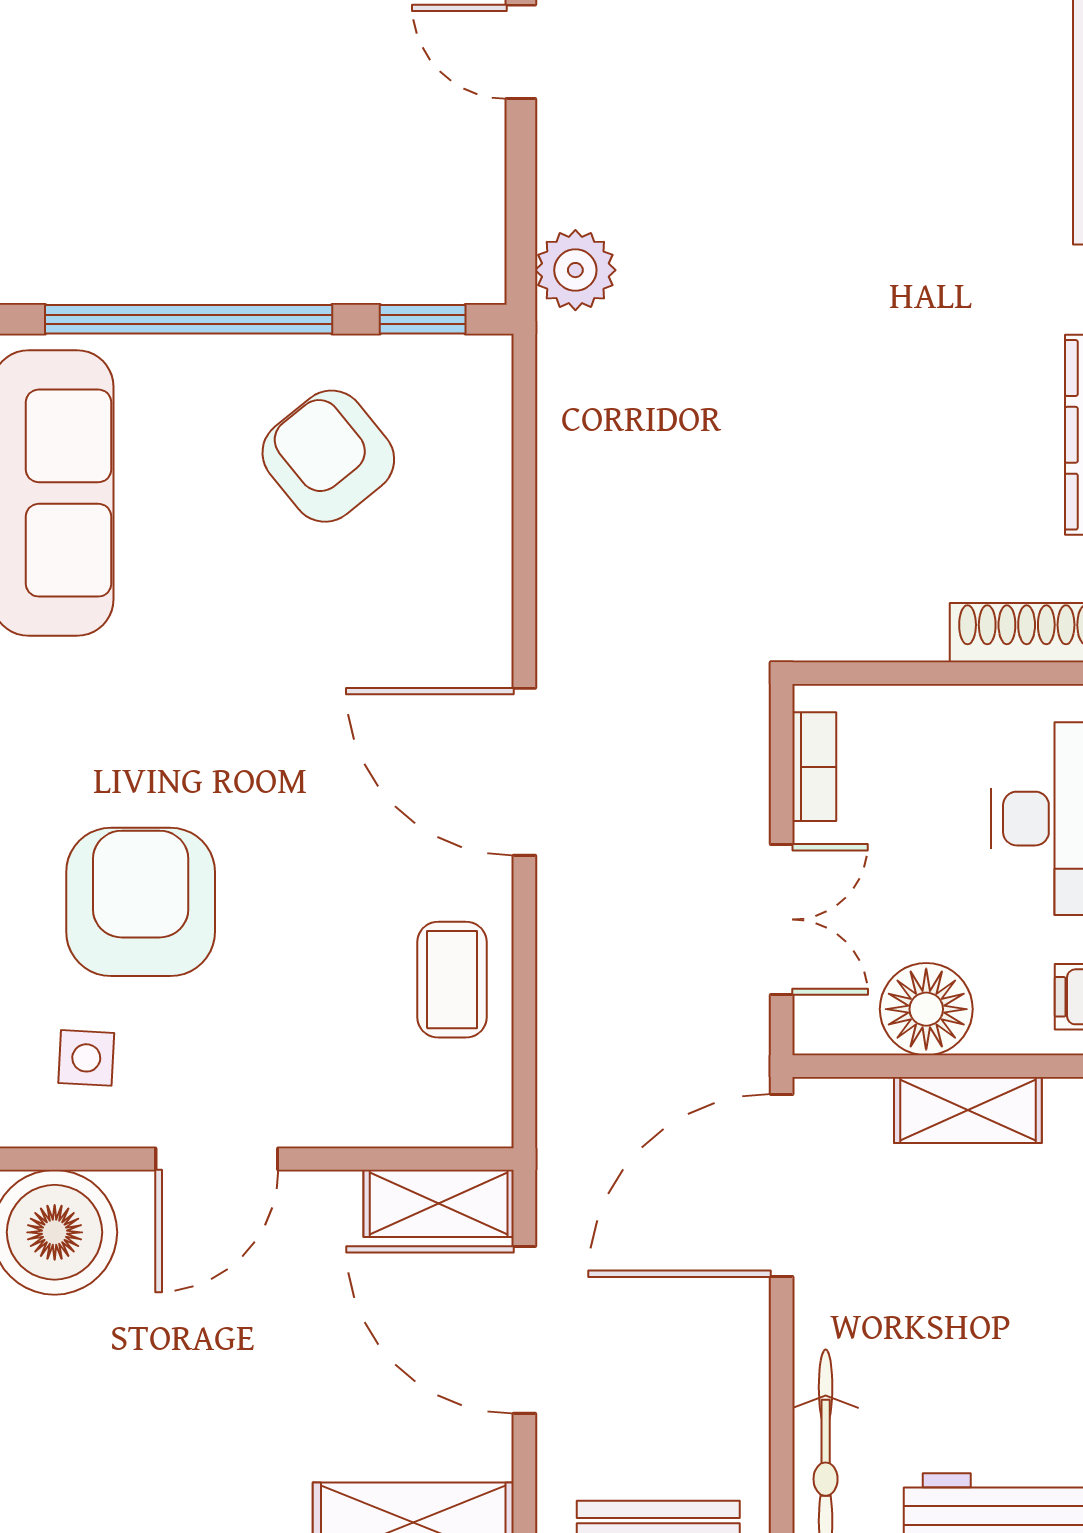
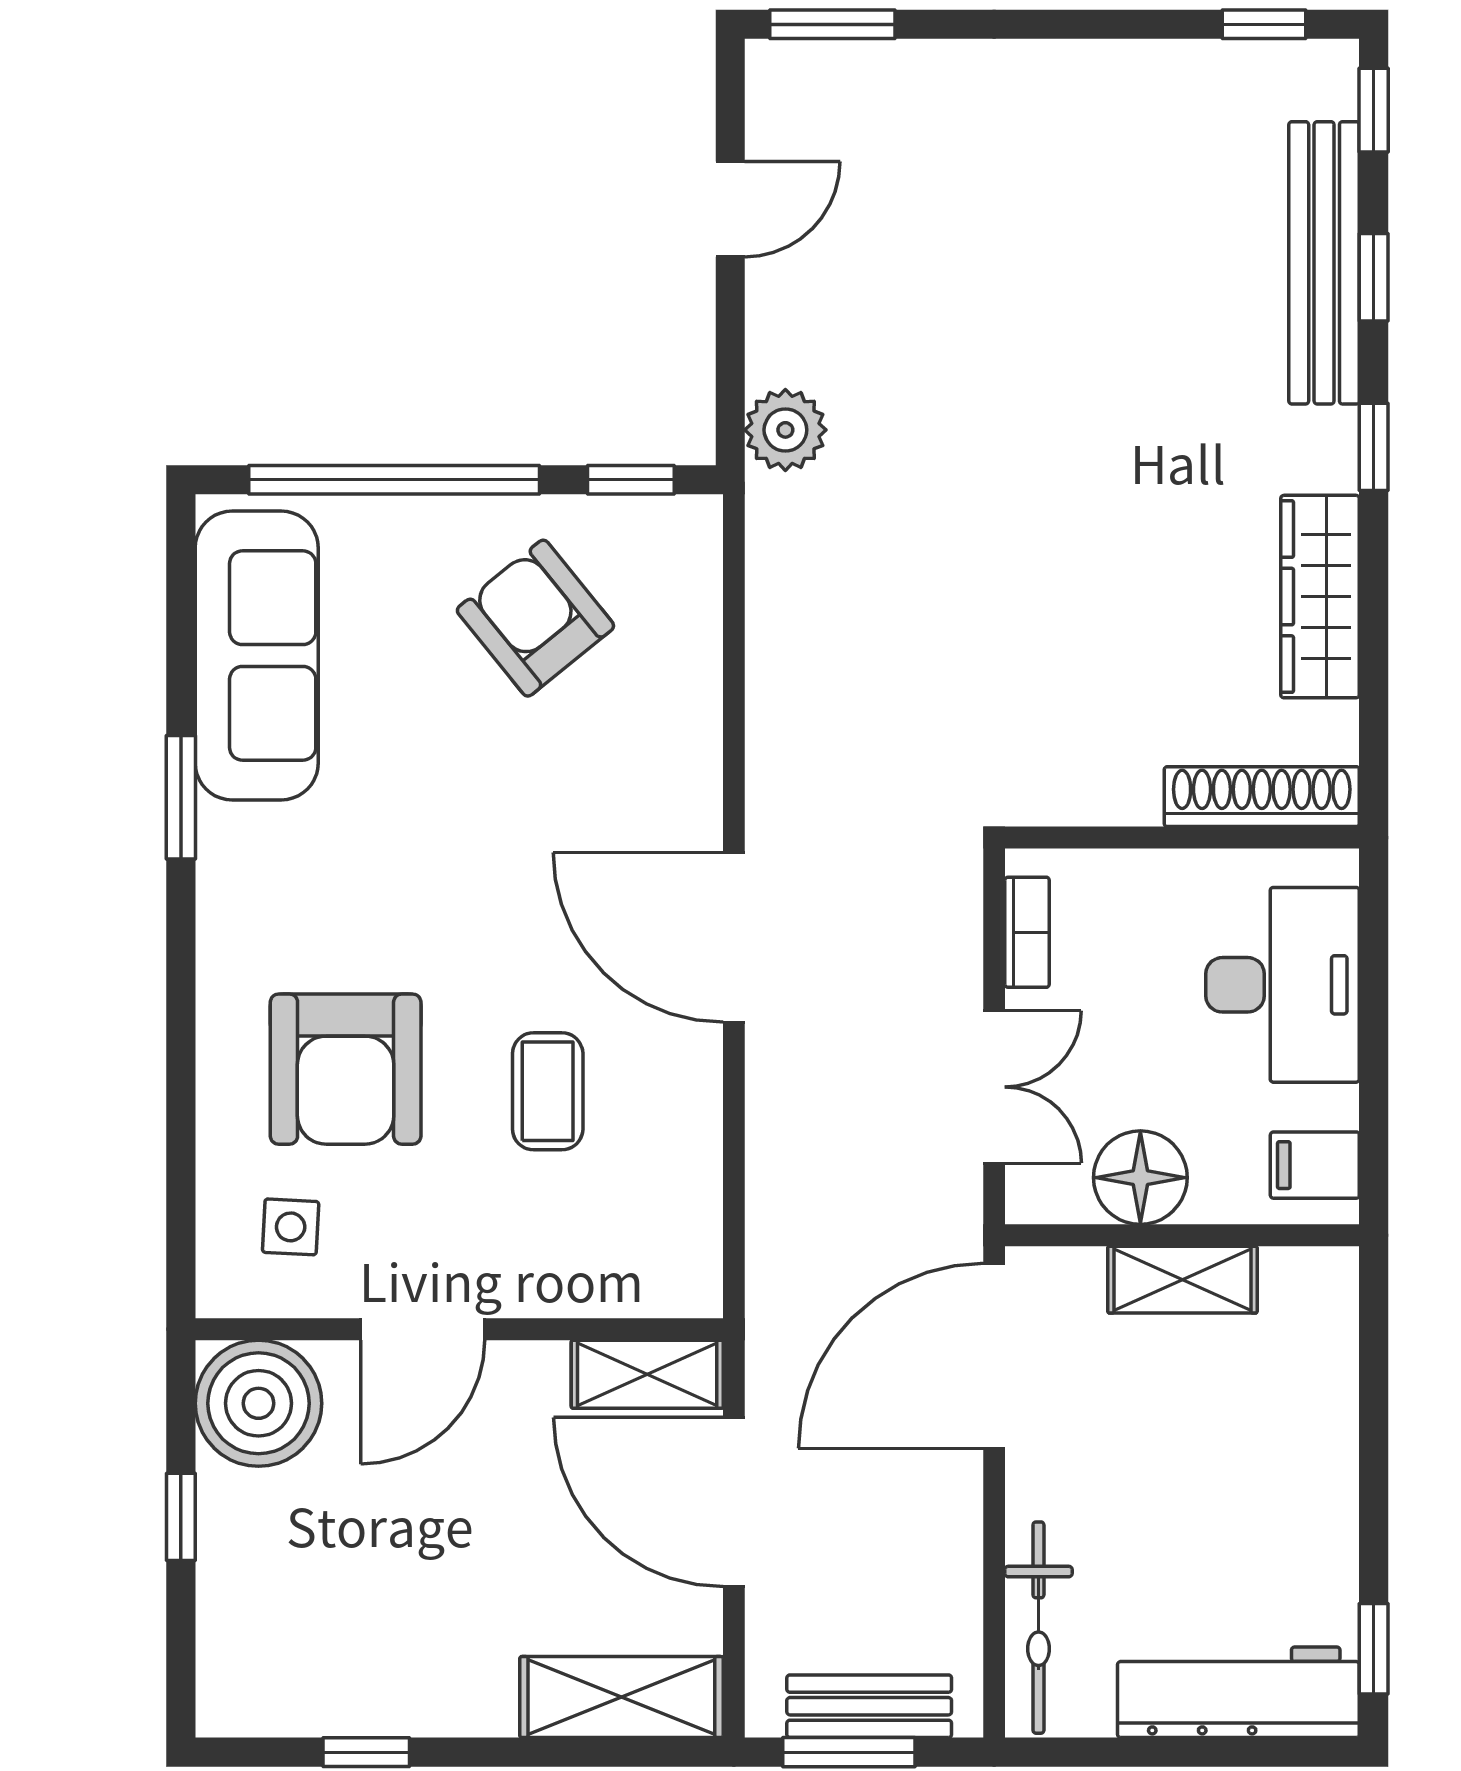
door: (521, 52) -> (730, 209), swing flipped
armchair: (141, 902) -> (346, 1069), turned 180
coffee table: (452, 980) -> (548, 1091), moved

